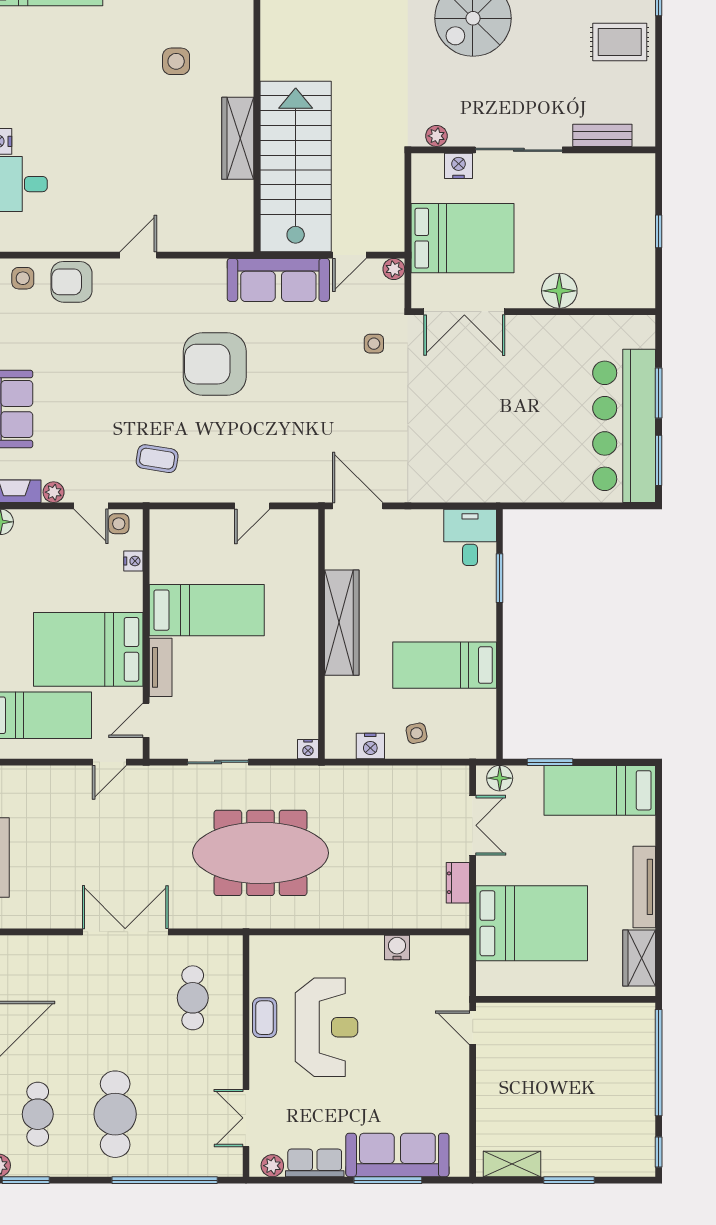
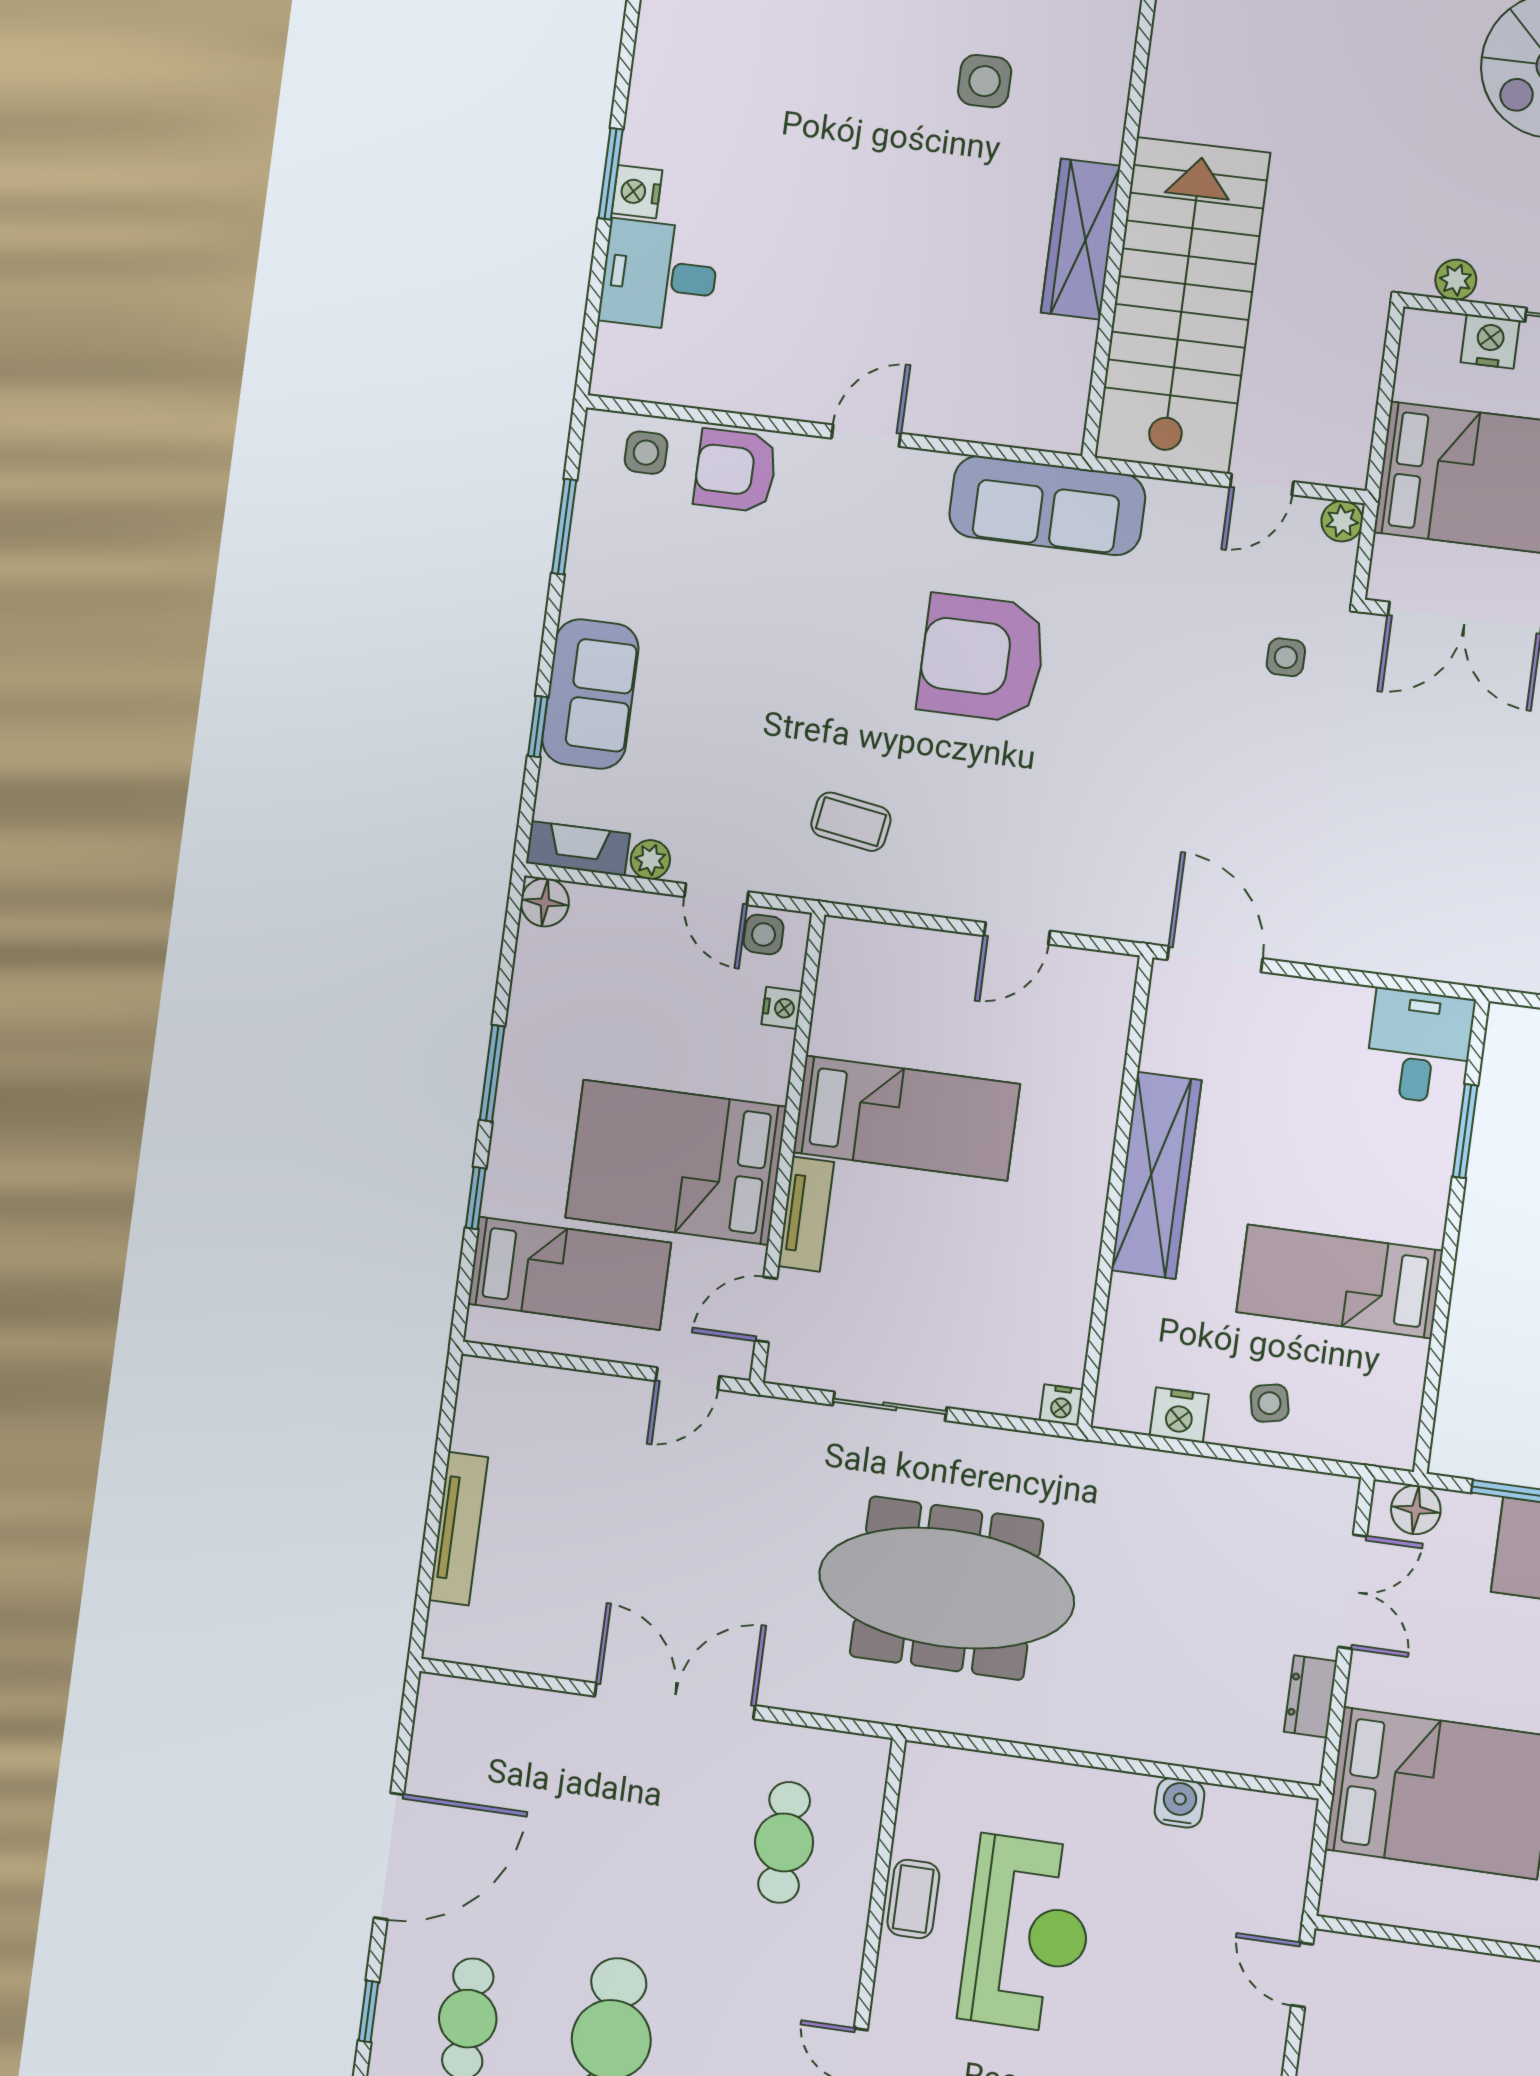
sofa: (278, 280) -> (1047, 506), moved

